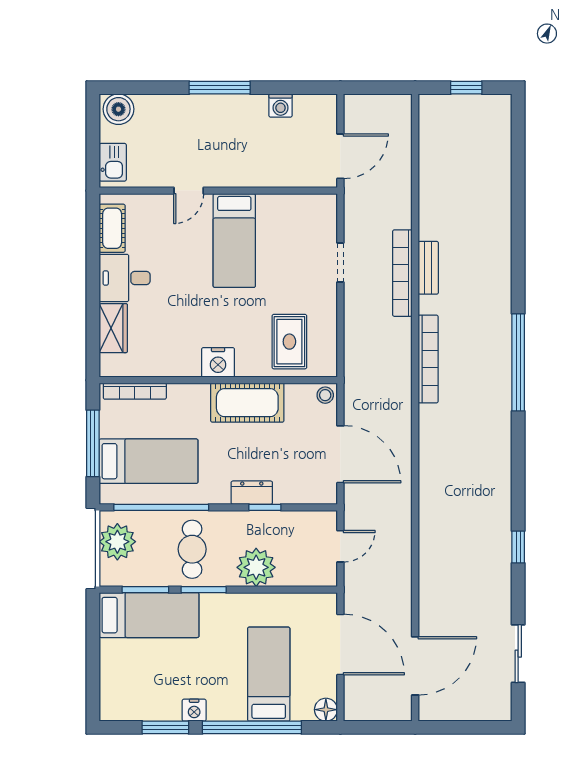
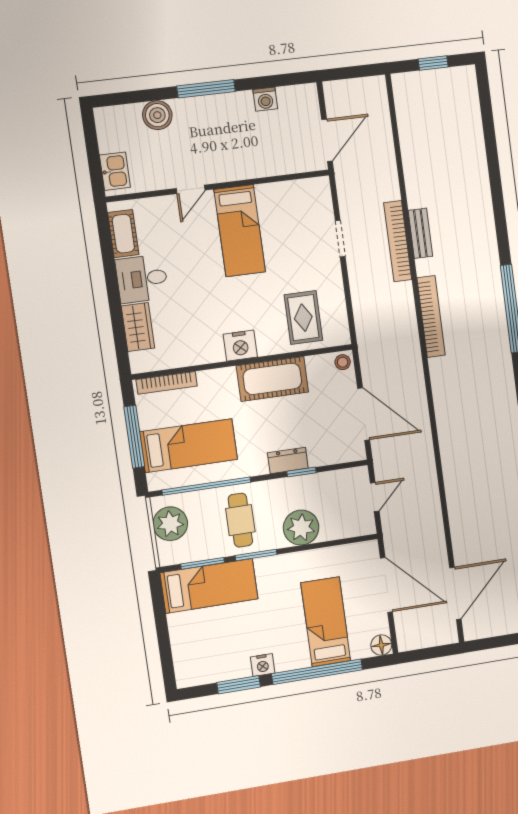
boiler: (118, 109) -> (157, 115), moved

